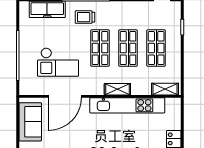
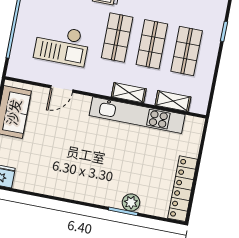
shelving: (165, 89) -> (173, 101), moved
door: (65, 96) -> (62, 89), width x0.53

